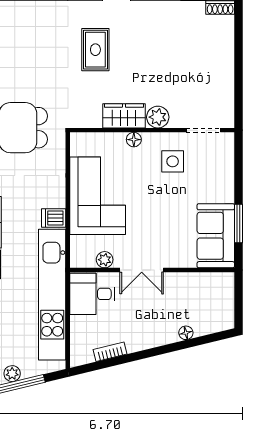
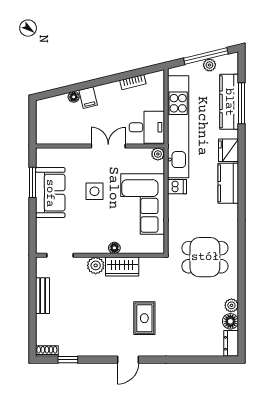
bench: (226, 79) -> (43, 296), added
side table: (173, 161) -> (95, 191), moved
sofa: (216, 236) -> (50, 193), moved
plant: (105, 260) -> (158, 154), moved
filing cabinet: (167, 332) -> (88, 98), added

